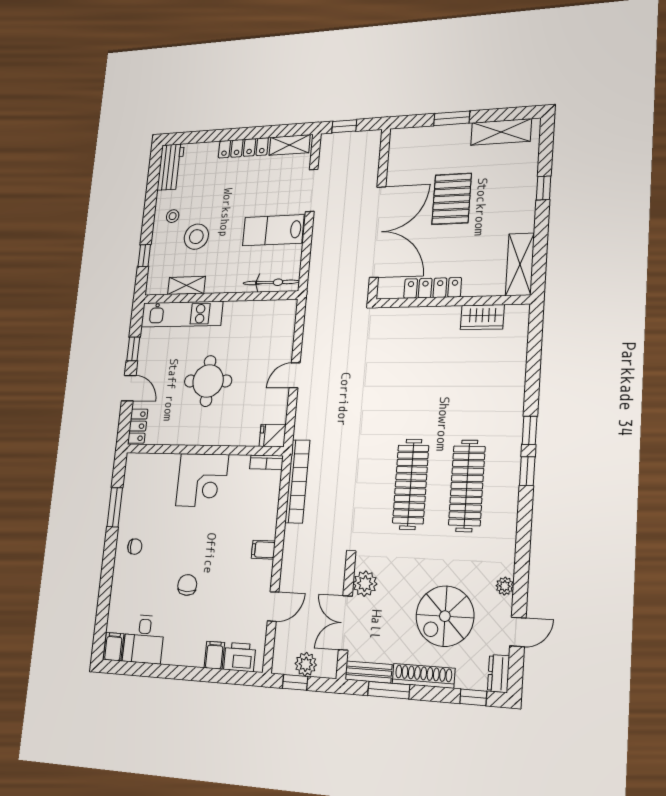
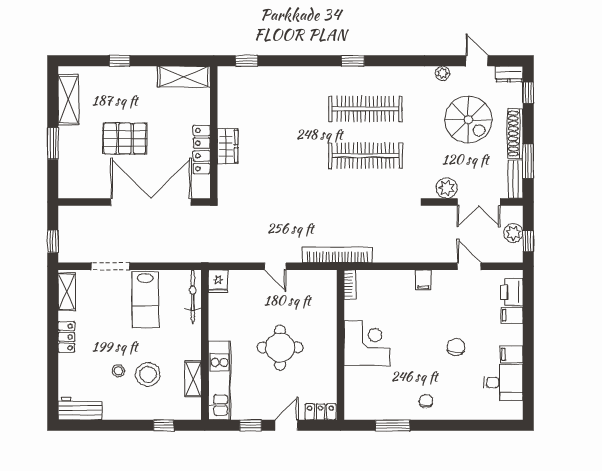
locker: (243, 148) -> (66, 337), width x0.66
stool: (173, 216) -> (118, 371), moved
wardrobe: (482, 317) -> (228, 146), moved
window: (530, 430) -> (247, 61), moved
fridge: (273, 436) -> (218, 281), moved
bookcase: (297, 481) -> (337, 255), moved
chair: (187, 585) -> (456, 347), turned 95
filing cabinet: (113, 647) -> (511, 354), moved

